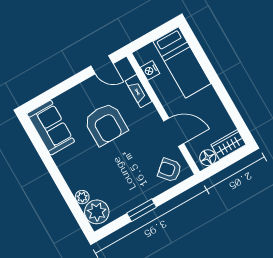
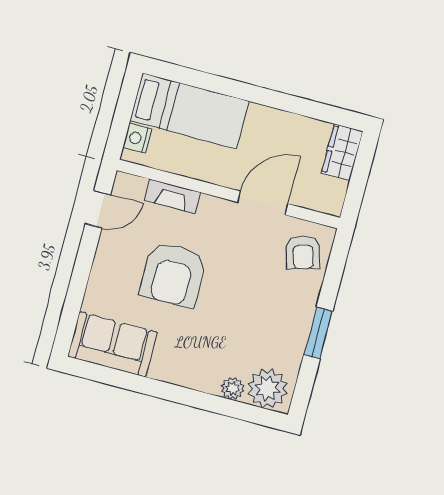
nightstand: (150, 70) -> (137, 138), moved, turned 90
armchair: (106, 124) -> (173, 274), turned 90
floor lamp: (208, 158) -> (333, 192), removed
armchair: (170, 170) -> (303, 252), turned -65

